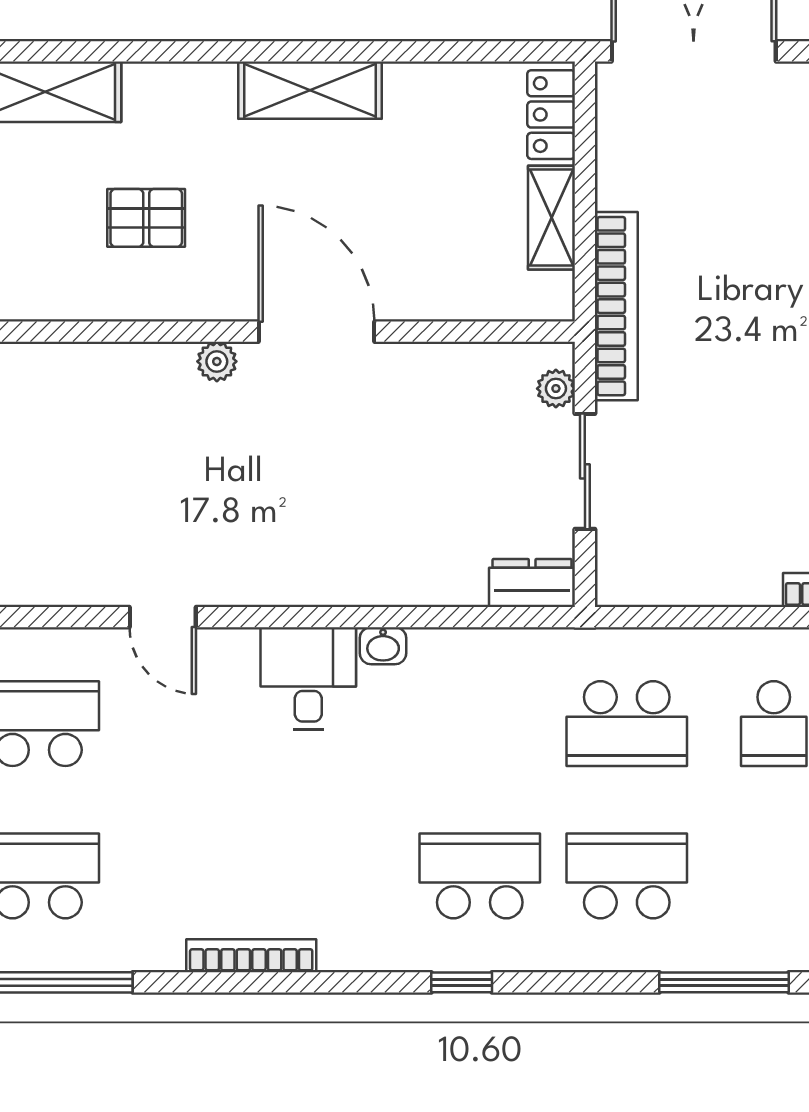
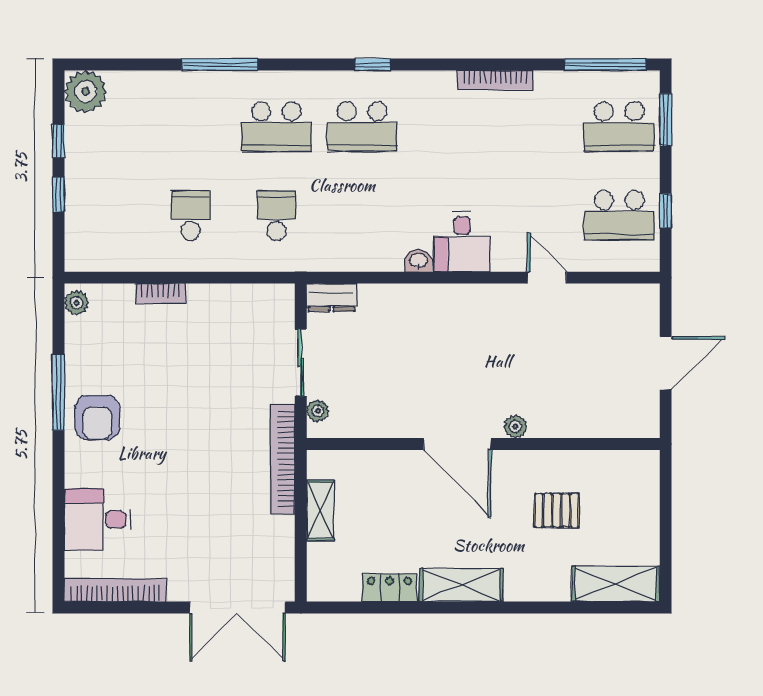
locker: (551, 115) -> (390, 588), moved, turned -90
school desk: (627, 724) -> (276, 215), width x0.54

